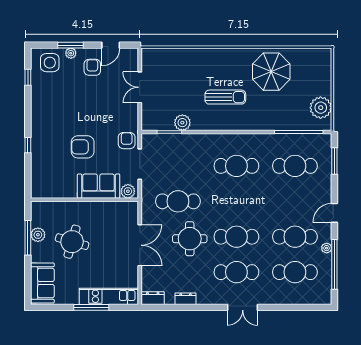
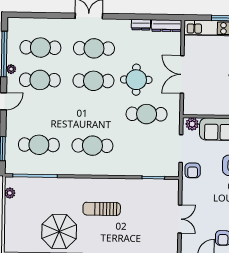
plant: (321, 108) -> (10, 193), width x0.53, depth x0.53
plant: (182, 123) -> (141, 186), removed
dresser: (153, 298) -> (166, 26), width x1.44

